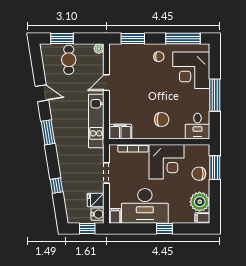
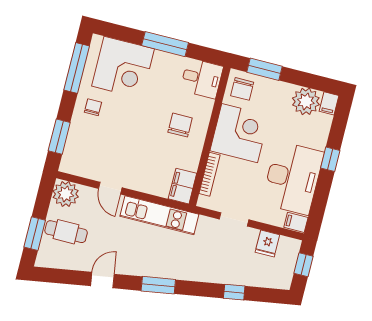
plant: (99, 49) -> (66, 194), width x1.87, depth x1.87
chair: (199, 174) -> (242, 89), moved
water cooler: (98, 214) -> (288, 246), removed

